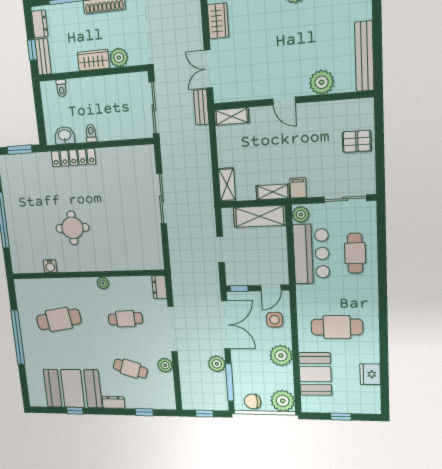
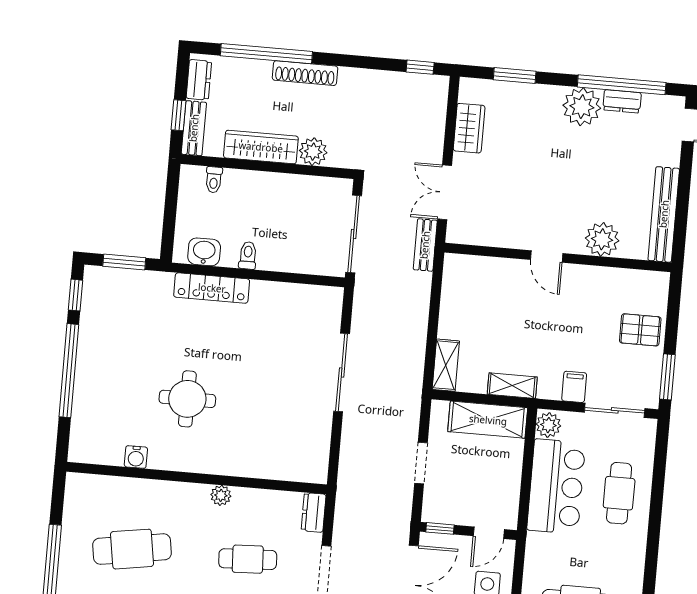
wardrobe: (93, 60) -> (261, 147), width x1.50
shelving: (232, 116) -> (468, 266), removed
window: (380, 171) -> (667, 377), added
filing cabinet: (298, 188) -> (574, 387), moved

